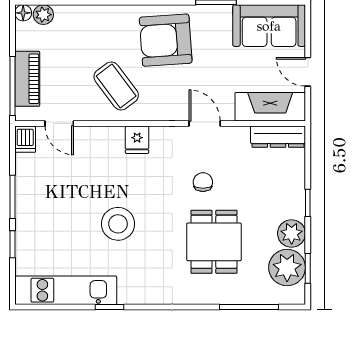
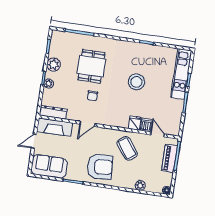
plant: (43, 15) -> (140, 186), moved
door: (308, 72) -> (34, 141), swing flipped
door: (205, 124) -> (87, 124), hinge flipped
dishwasher: (25, 139) -> (146, 125), moved
fridge: (137, 140) -> (135, 123), moved
plant: (287, 268) -> (49, 84), moved, width x0.53, depth x0.53
kitchen unit: (66, 290) -> (181, 74), moved, turned 90

